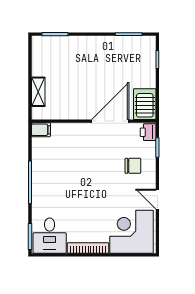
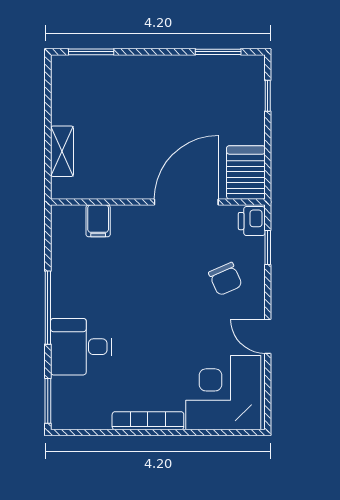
filing cabinet: (41, 130) -> (98, 221), moved, turned 90
chair: (133, 166) -> (225, 279), turned 66
desk: (50, 236) -> (81, 347), moved, turned 90

